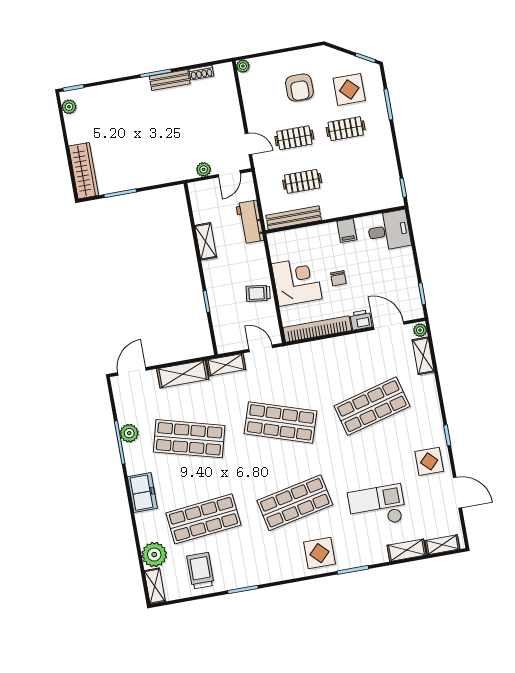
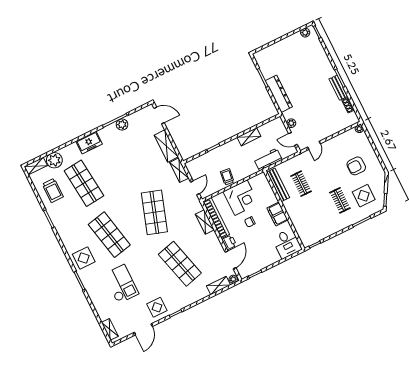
clothes rail: (294, 138) -> (326, 172), removed
wardrobe: (84, 171) -> (270, 52), removed
dresser: (152, 175) -> (279, 94), added
filing cabinet: (347, 231) -> (277, 214), width x2.00
shop shelf: (189, 439) -> (129, 161), removed
shelving: (407, 550) -> (205, 222), moved
trolley: (200, 571) -> (53, 190), turned 90

